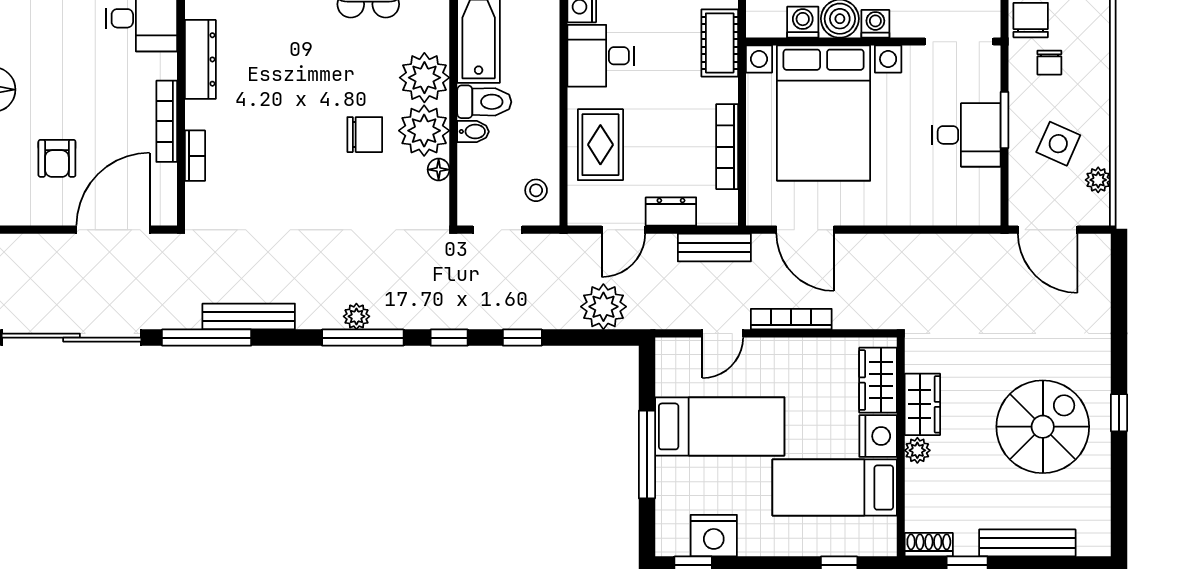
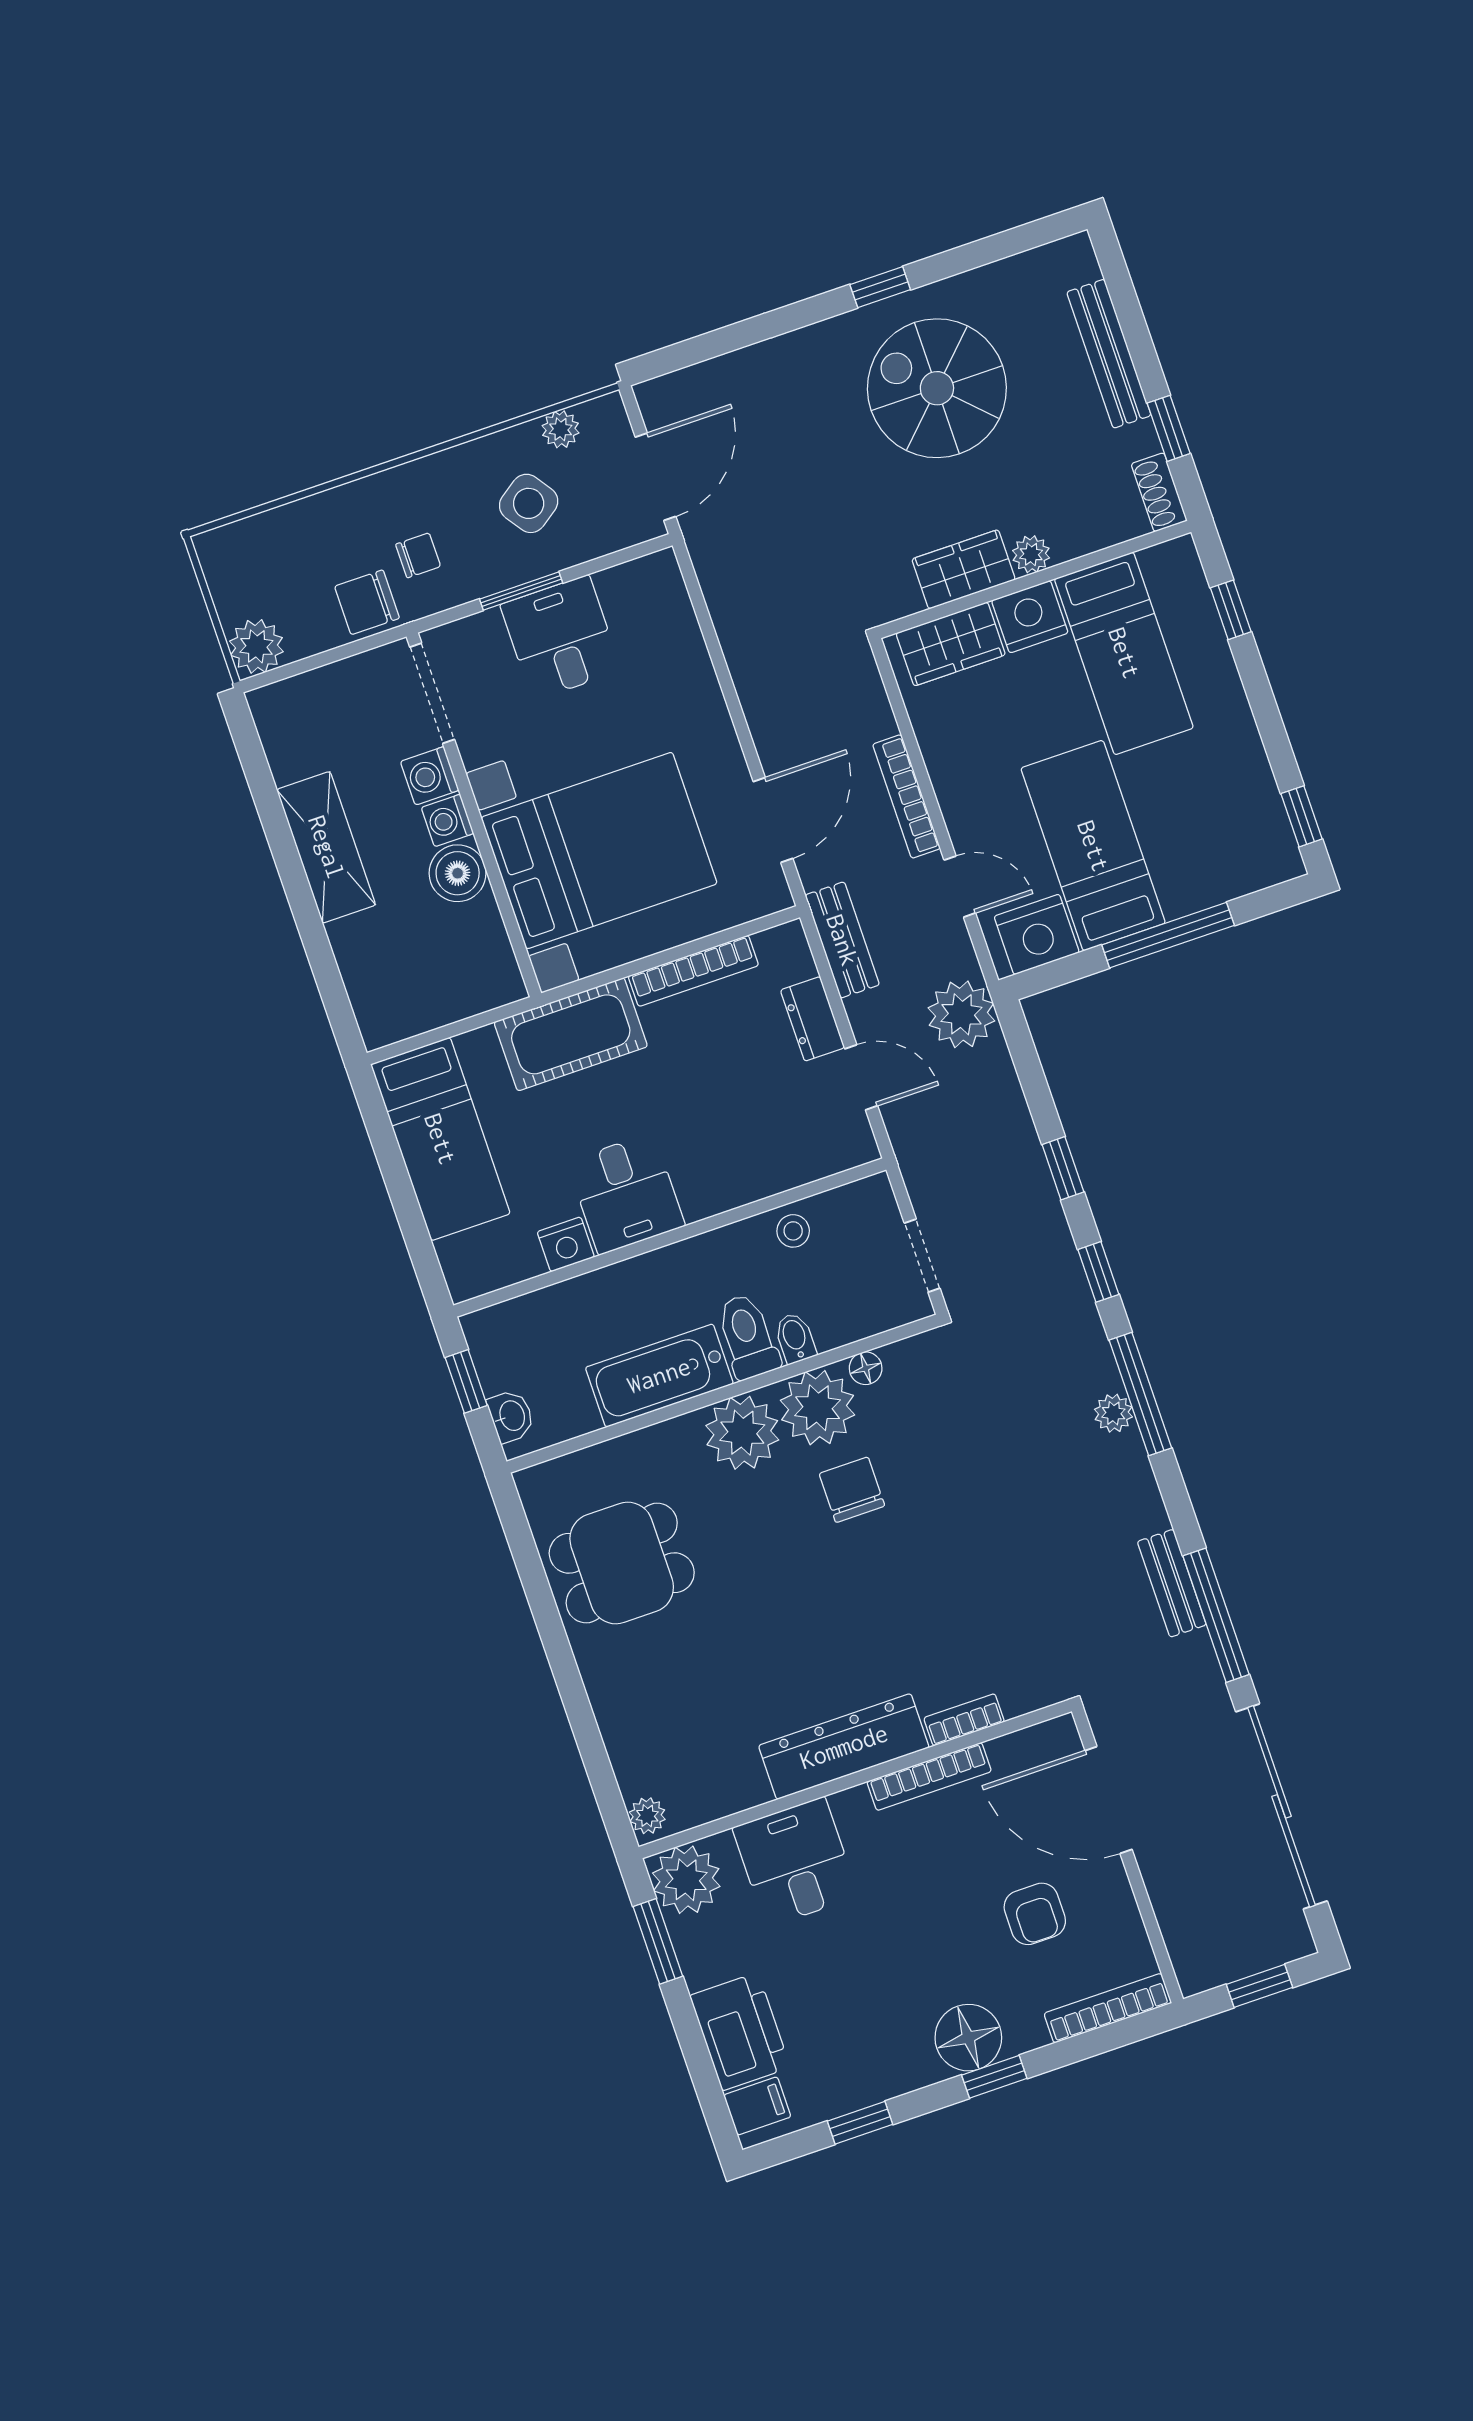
washing machine: (803, 22) -> (430, 776), moved
cot: (720, 43) -> (571, 1034), width x1.37, depth x1.34
dresser: (200, 59) -> (844, 1747), width x1.37, depth x1.24
side table: (1058, 144) -> (529, 503), turned 31
rug: (600, 145) -> (752, 1151), removed
armchair: (57, 158) -> (1035, 1914), turned 90
stool: (536, 190) -> (793, 1231), moved
plant: (603, 307) -> (961, 1014), moved
bench: (249, 317) -> (1172, 1583), width x0.73
nightstand: (714, 536) -> (1037, 934), moved, turned 90

